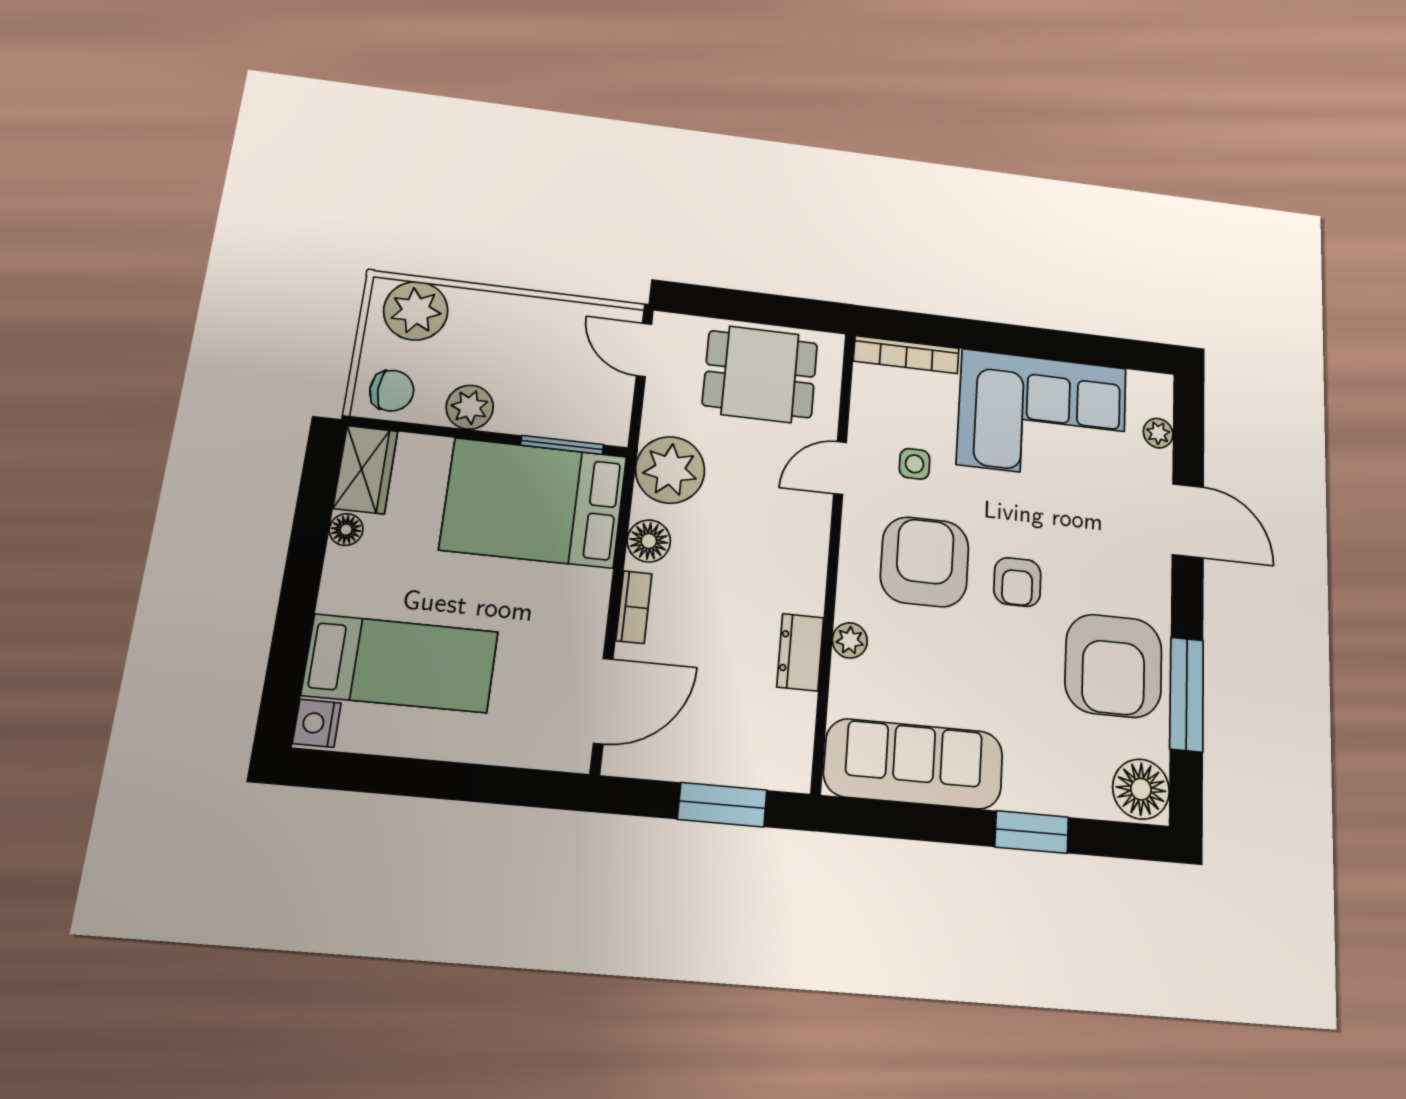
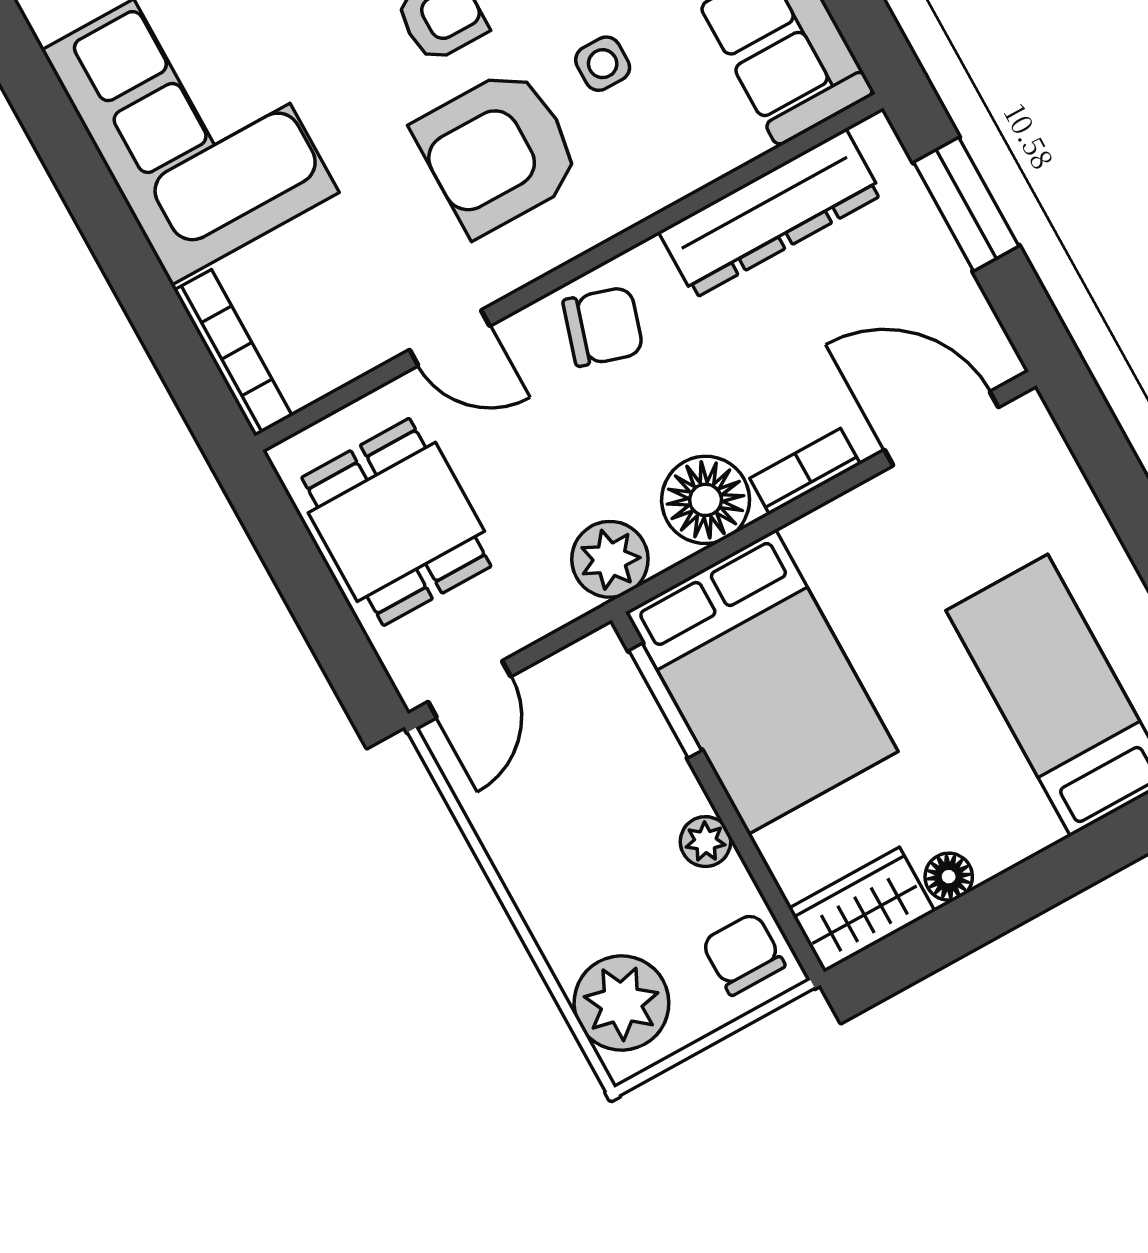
plant: (470, 407) -> (705, 842), width x0.73, depth x0.73
side table: (915, 464) -> (603, 64), moved
plant: (670, 470) -> (610, 559), width x0.73, depth x0.73
floor lamp: (649, 541) -> (706, 500), width x1.38, depth x1.38
chair: (791, 552) -> (603, 326), added
plant: (850, 640) -> (664, 181), removed
dresser: (800, 652) -> (770, 213), width x1.96, depth x1.24

